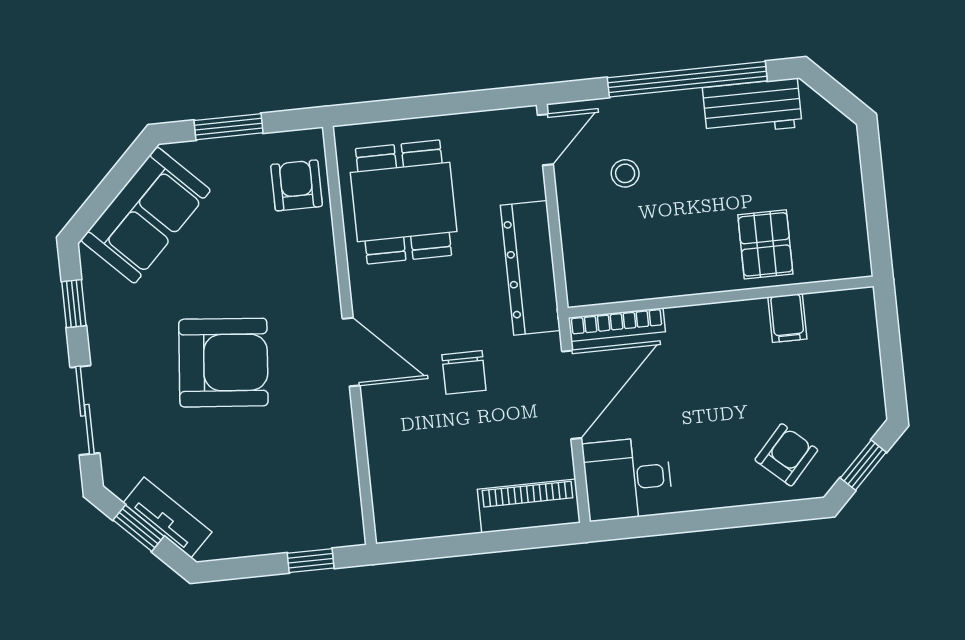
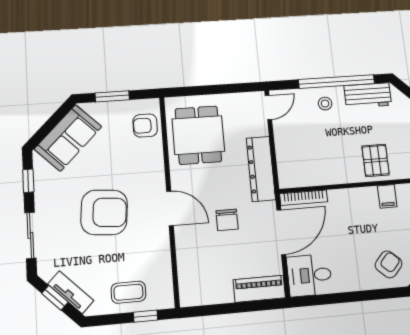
stool: (625, 173) -> (325, 104), moved
armchair: (297, 185) -> (145, 126), turned -90
coffee table: (277, 516) -> (128, 292), added

